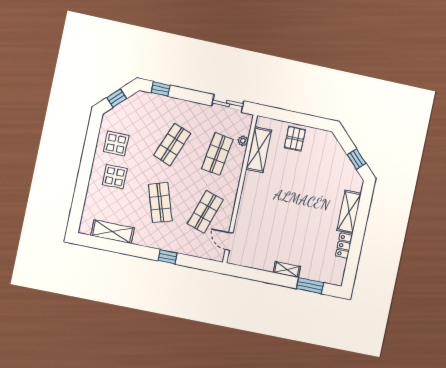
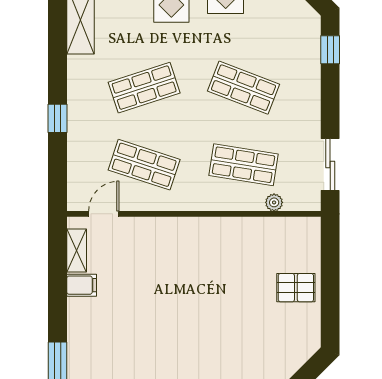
shelving: (259, 150) -> (265, 231), removed
filing cabinet: (268, 263) -> (82, 285), added
shelving: (287, 270) -> (77, 251), moved

